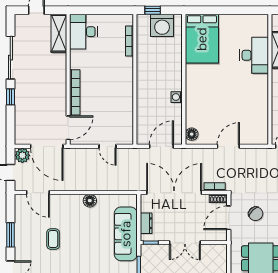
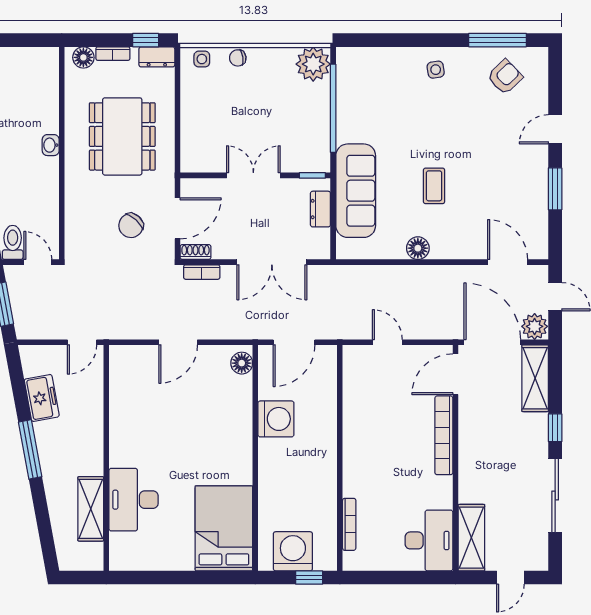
washing machine: (177, 97) -> (276, 419), width x1.89, depth x1.89
shelving: (22, 125) -> (535, 378), added
double door: (174, 193) -> (272, 262), width x0.73
chair: (256, 214) -> (131, 226), turned -94
coffee table: (53, 239) -> (434, 186), moved

